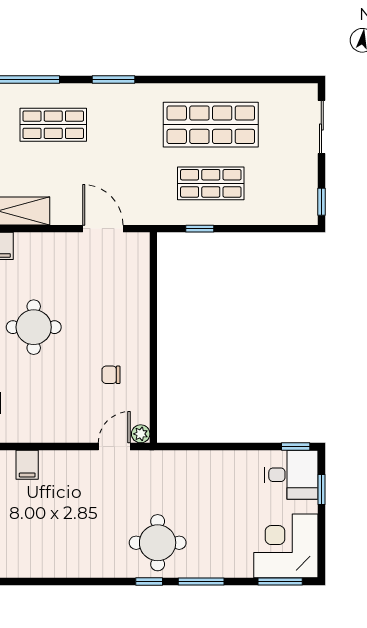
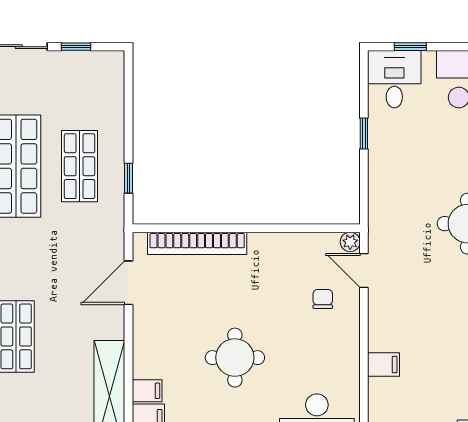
window: (321, 202) -> (76, 47), moved
bookcase: (139, 292) -> (197, 243), added
chair: (111, 375) -> (323, 299), moved, turned 180
window: (296, 447) -> (364, 134), moved

